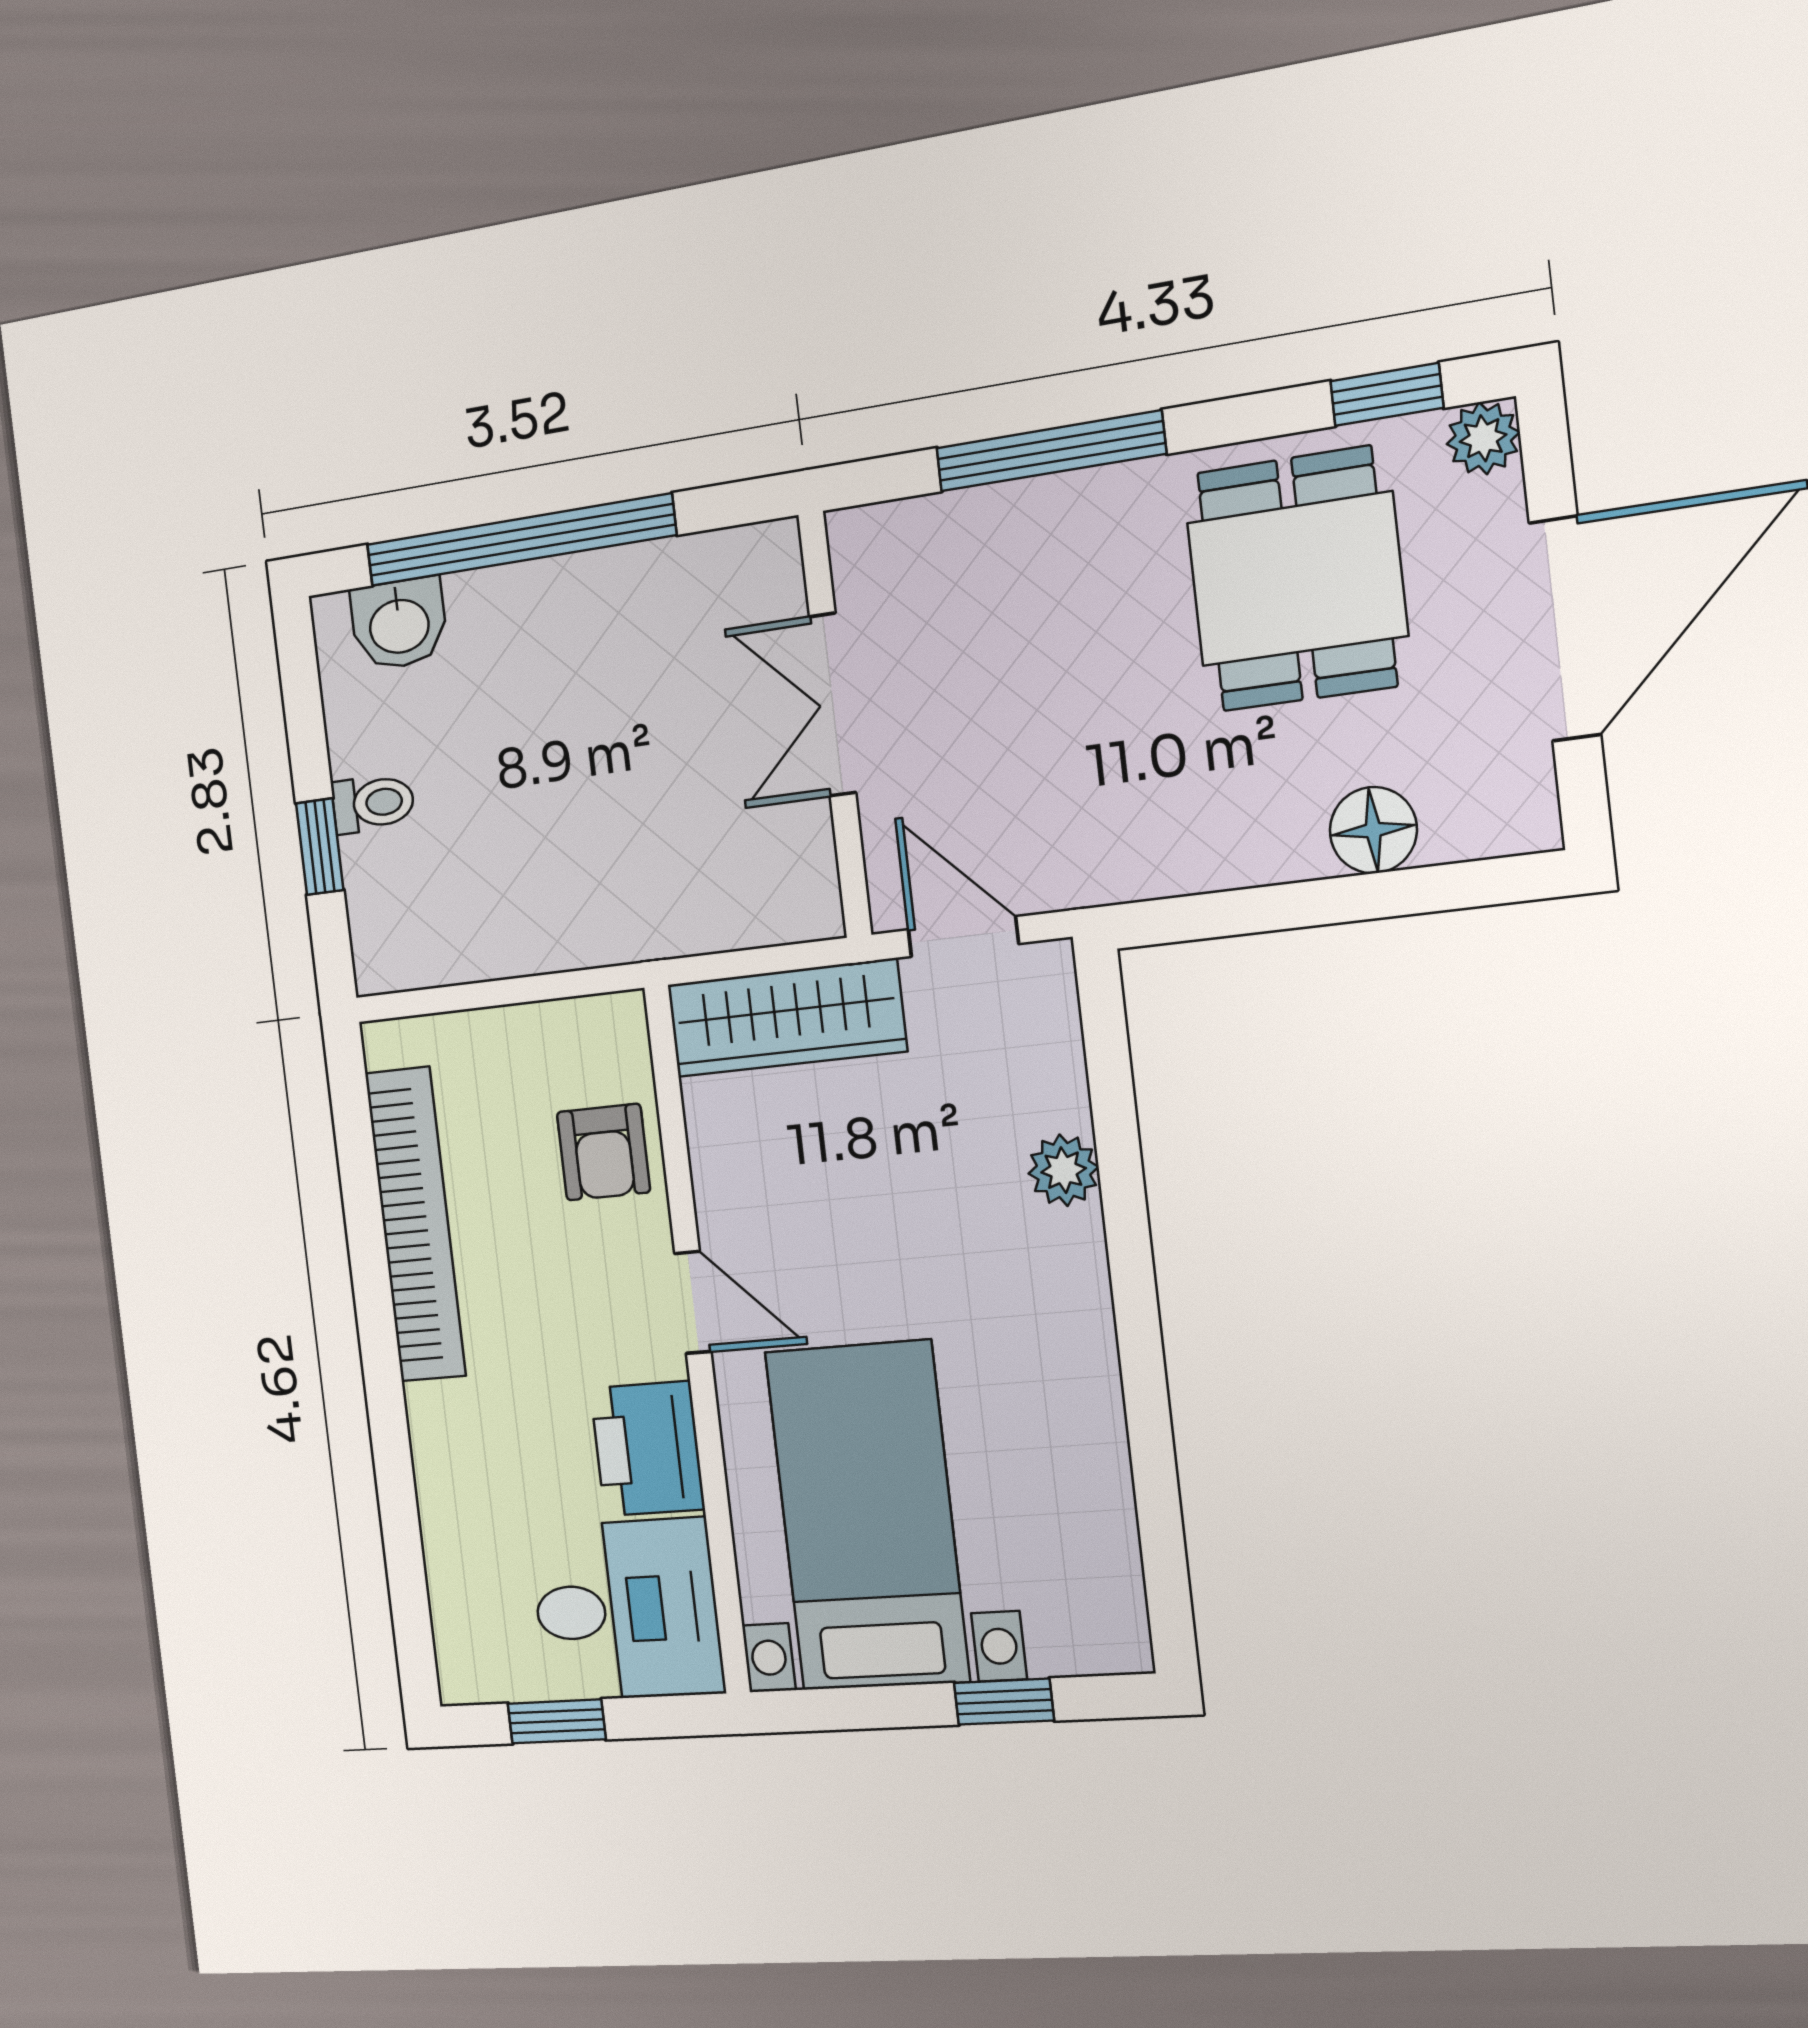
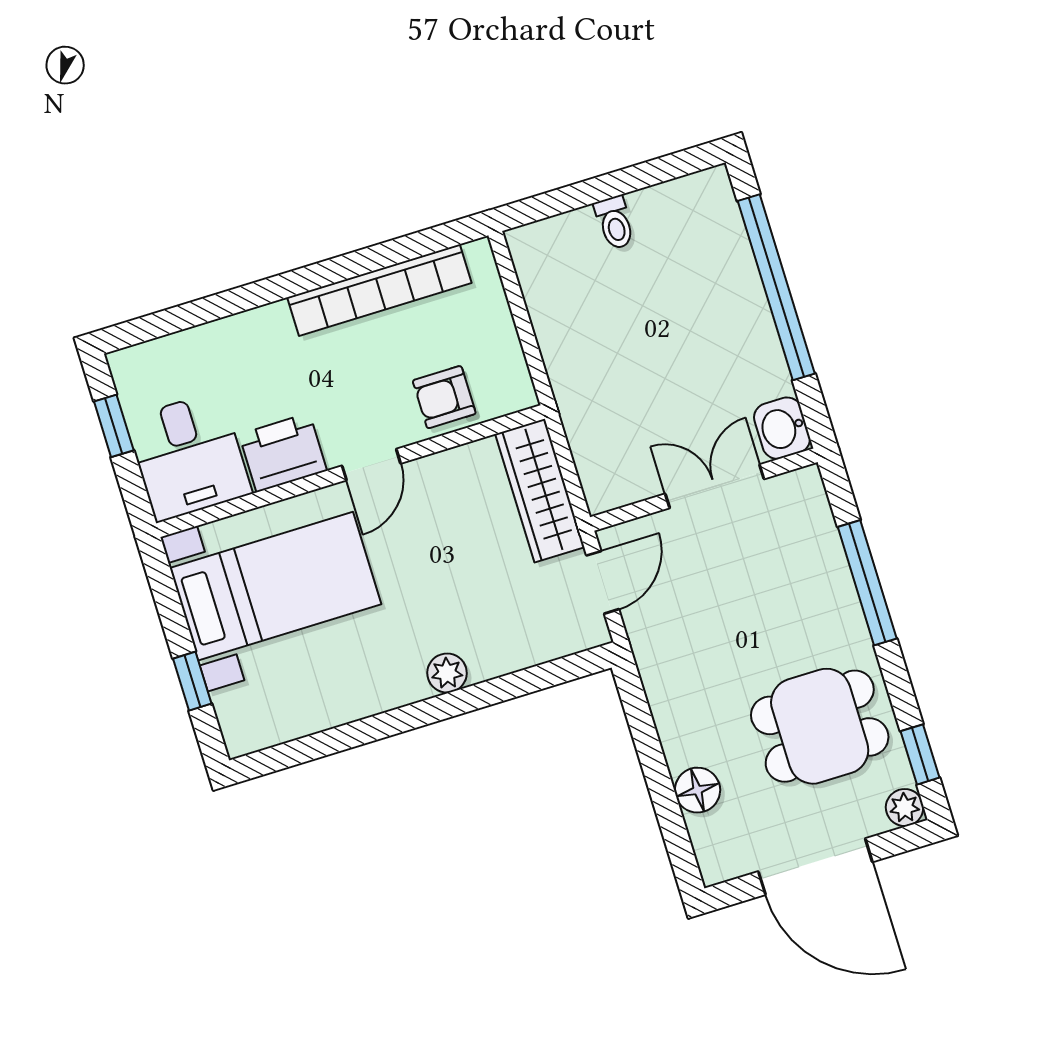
washbasin: (399, 624) -> (782, 428), moved
window: (320, 847) -> (584, 193), removed
plant: (1063, 1170) -> (447, 673), moved

